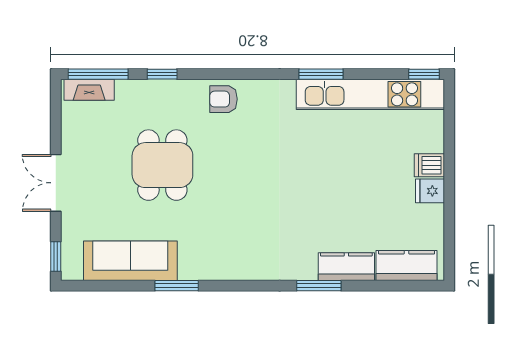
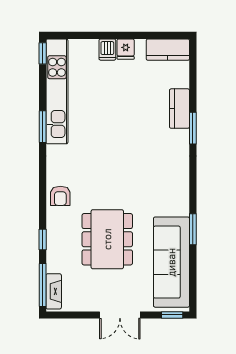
dining table: (162, 165) -> (107, 239), width x1.38
sofa: (130, 261) -> (171, 262), width x1.36, depth x1.27
kitchen counter: (407, 266) -> (168, 50), moved, turned -90

